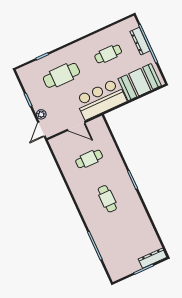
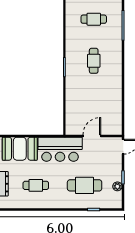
plant: (41, 114) -> (117, 186), moved
door: (76, 126) -> (92, 136), hinge flipped
cafe table: (89, 159) -> (94, 19), moved

